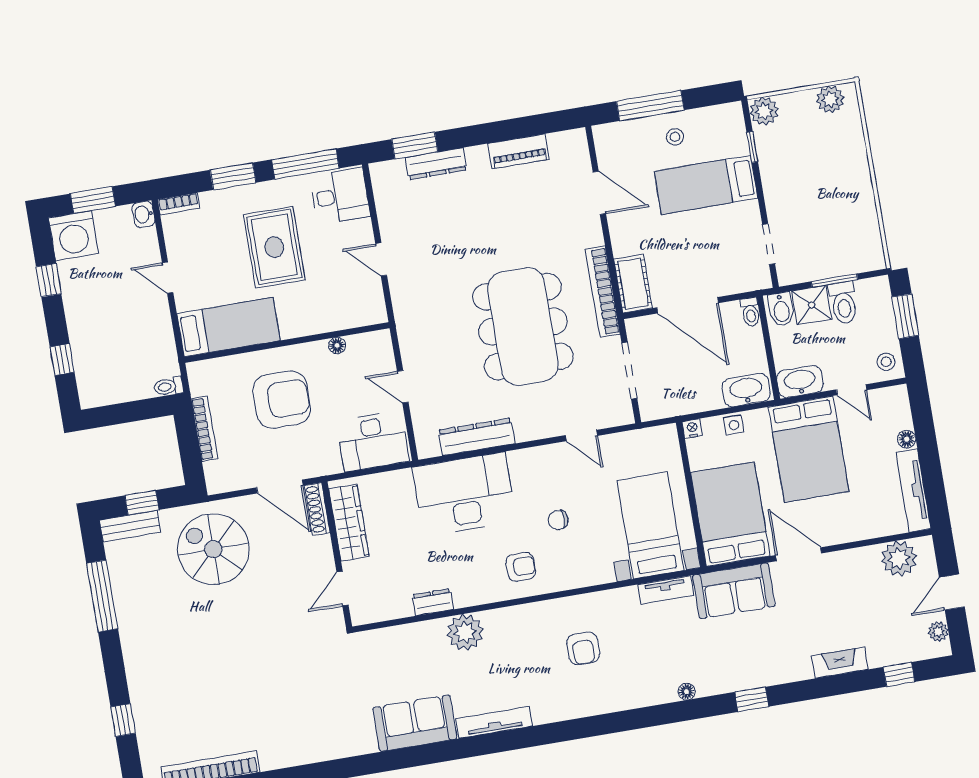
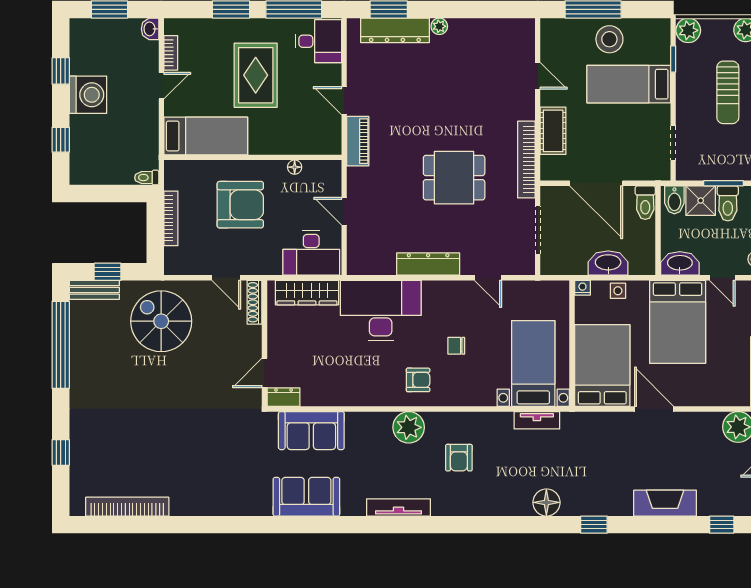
stool: (675, 137) -> (609, 39), width x1.89, depth x1.89
piano: (519, 151) -> (358, 141), moved, turned -90
plant: (476, 155) -> (439, 26), added
dresser: (436, 164) -> (395, 30), width x1.37, depth x1.24
sun lounger: (822, 175) -> (728, 92), added
door: (599, 193) -> (538, 76), width x0.73
bookcase: (179, 204) -> (171, 53), moved, turned -90
washing machine: (73, 236) -> (88, 95), moved, turned -90
door: (168, 278) -> (161, 86), swing flipped
cot: (633, 283) -> (553, 131), moved
toilet: (750, 312) -> (645, 203), width x1.37, depth x1.39
dining table: (523, 327) -> (454, 178), width x0.53, depth x0.80
washbasin: (746, 390) -> (608, 263), moved
dresser: (477, 437) -> (428, 264), moved
door: (280, 486) -> (226, 278), width x0.73
wardrobe: (349, 523) -> (307, 293), moved, turned 90
sofa: (734, 591) -> (311, 431), moved
window: (102, 596) -> (61, 345), width x1.46
dresser: (433, 602) -> (284, 397), moved
plant: (465, 632) -> (409, 427), moved
fireplace: (840, 663) -> (665, 503), width x1.37, depth x1.32
floor lamp: (687, 692) -> (546, 502), width x1.89, depth x1.89
tv unit: (494, 722) -> (398, 507), moved

